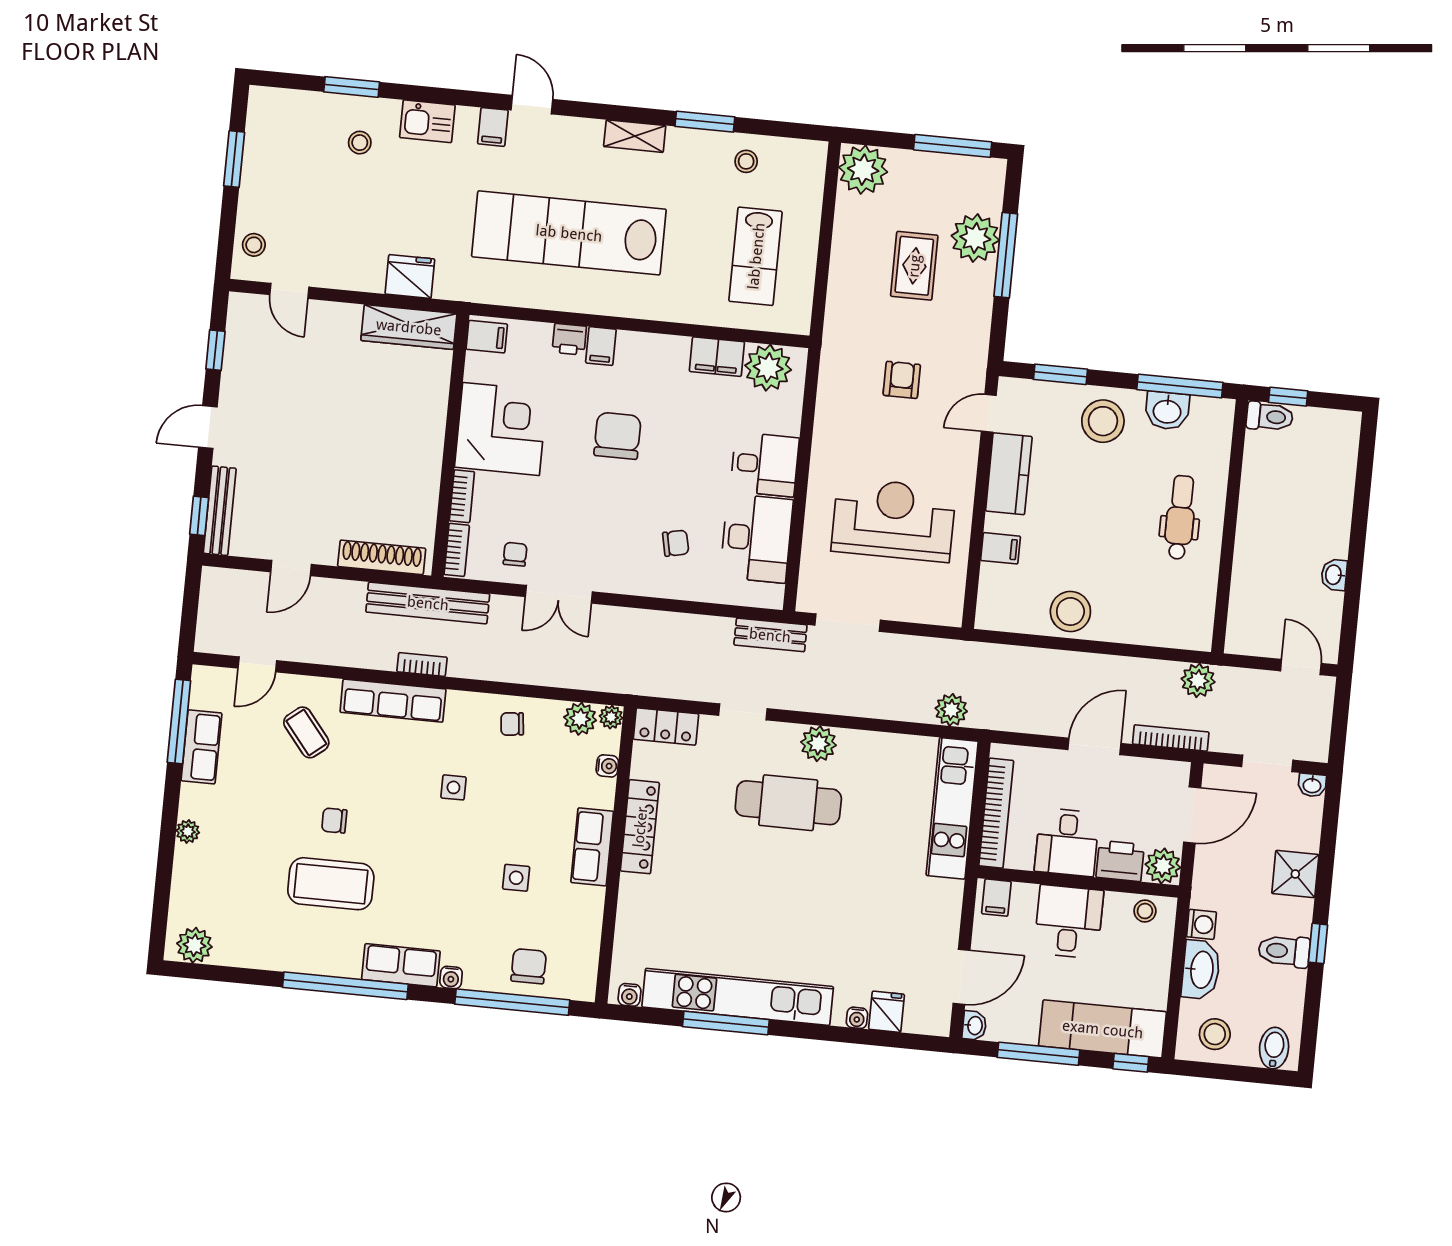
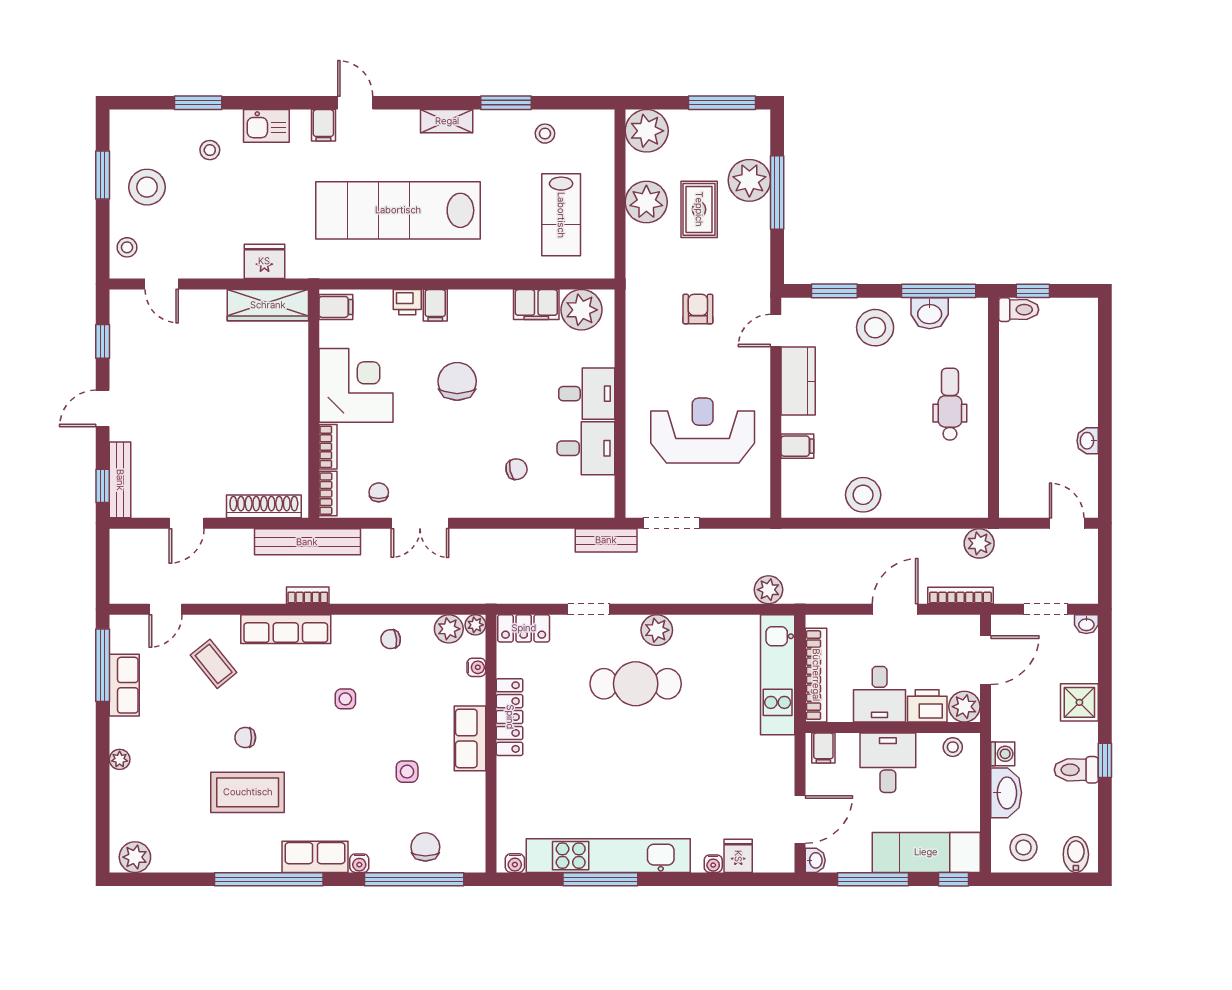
stool: (284, 178) -> (147, 187), added
plant: (855, 251) -> (646, 202), added
desk: (757, 538) -> (586, 448), width x0.73

